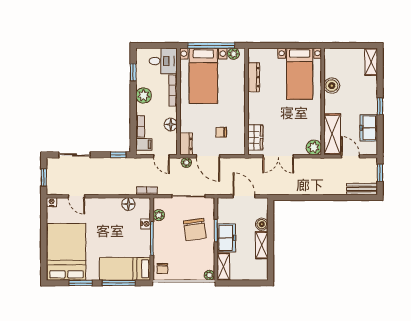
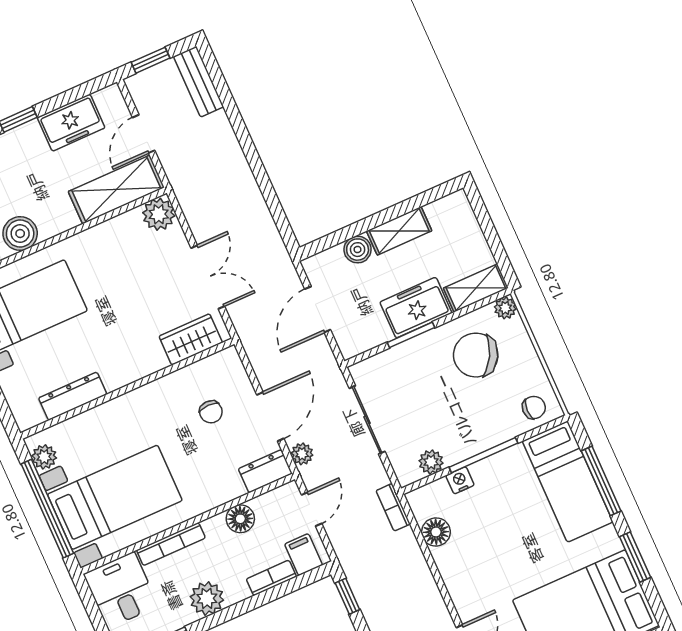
chair: (195, 230) -> (476, 355), moved, turned -143

